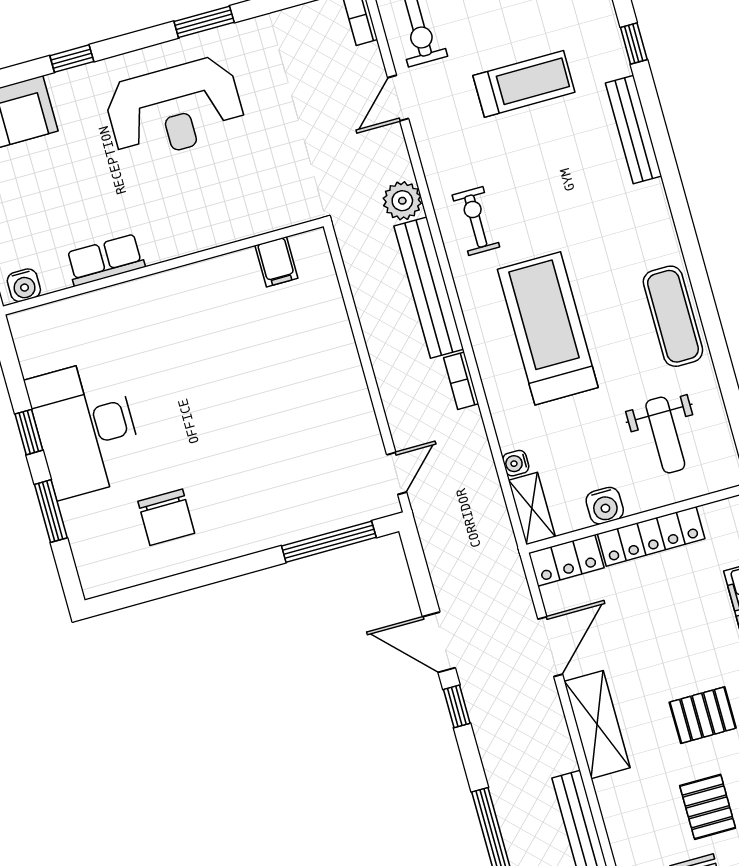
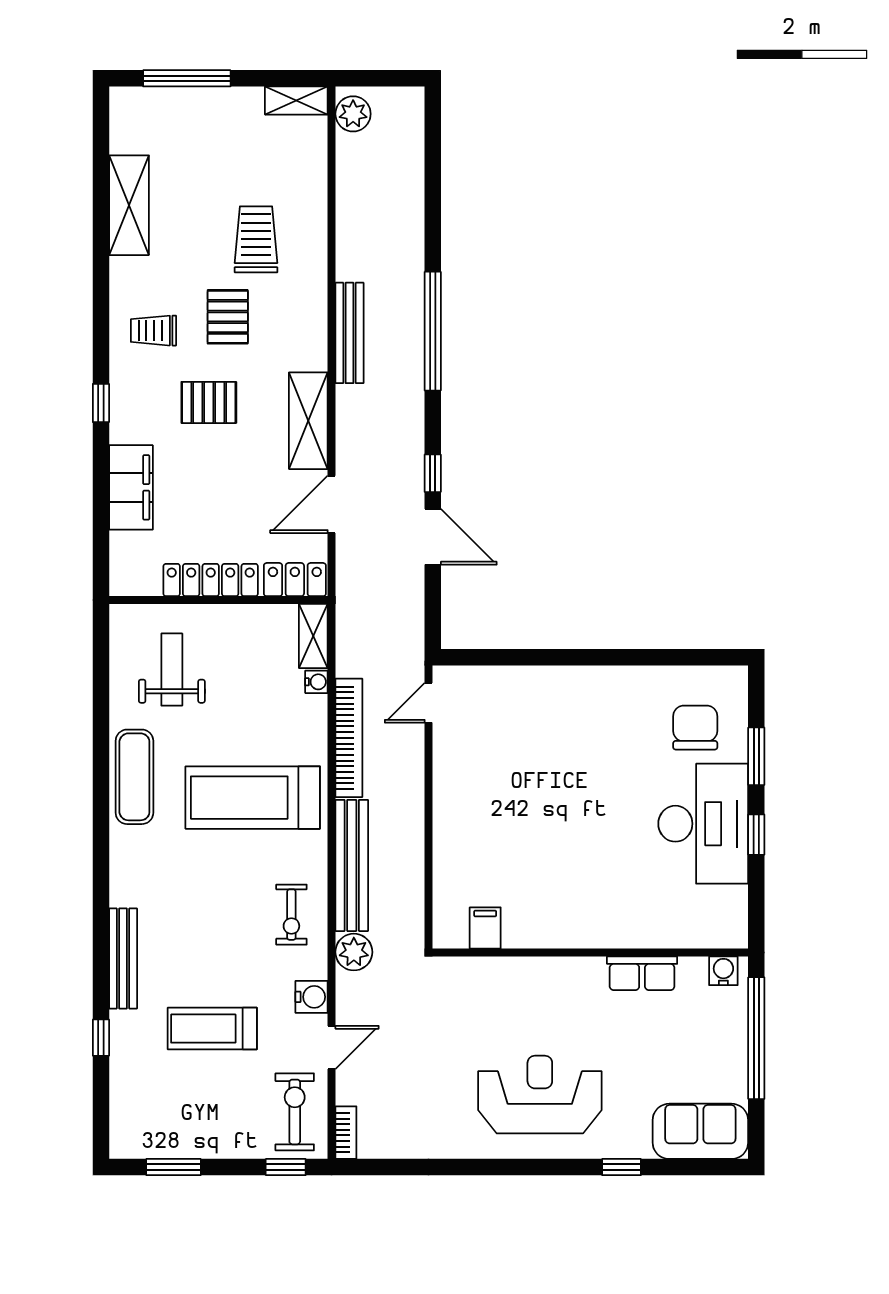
window: (204, 22) -> (491, 1167), removed
treadmill: (548, 328) -> (253, 798), turned 90
bookcase: (461, 381) -> (349, 738), width x2.31, depth x1.31
water cooler: (605, 506) -> (312, 997), moved, turned 90
chair: (166, 517) -> (695, 728), moved
window: (329, 542) -> (508, 657), removed

